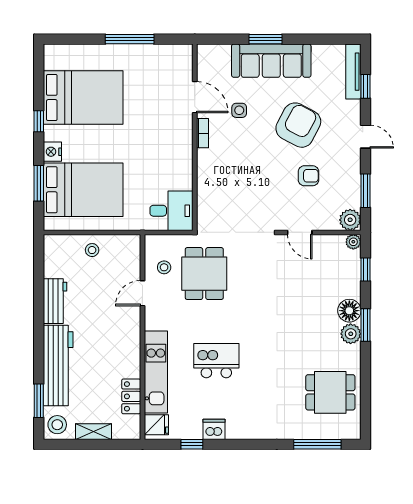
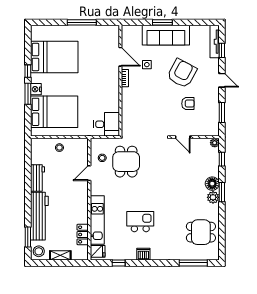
window: (39, 183) -> (28, 94), moved
plant: (350, 220) -> (213, 130), removed
kitchen island: (216, 361) -> (140, 222), moved
dishwasher: (214, 429) -> (143, 254), moved

